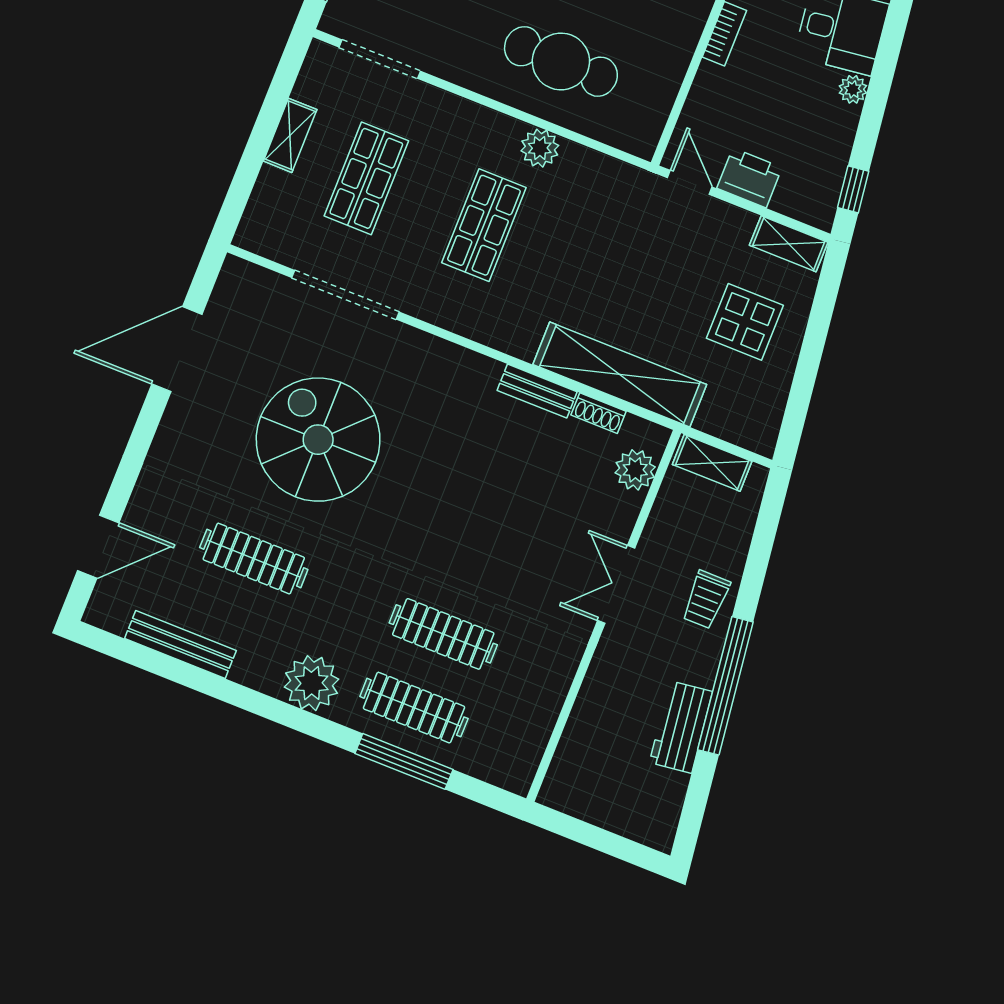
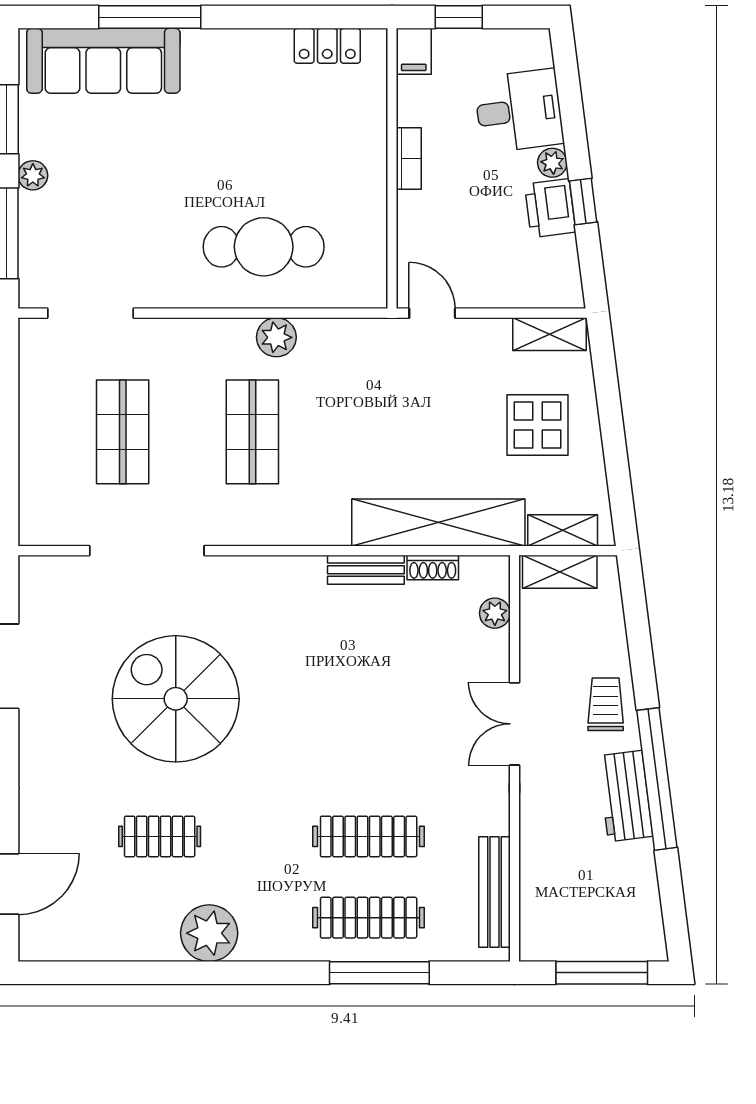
shelving: (290, 135) -> (563, 530), moved, turned 90
printer: (749, 178) -> (550, 208), moved, turned -97
window: (853, 189) -> (583, 202), moved
plant: (635, 470) -> (495, 613), width x0.73, depth x0.73
clothes rail: (254, 559) -> (160, 836), width x0.73
trolley: (706, 600) -> (606, 704), turned 180
bench: (180, 645) -> (494, 892), moved, turned 90
plant: (312, 683) -> (209, 933), moved
workbench: (681, 727) -> (625, 796), moved
window: (606, 842) -> (602, 973), added

